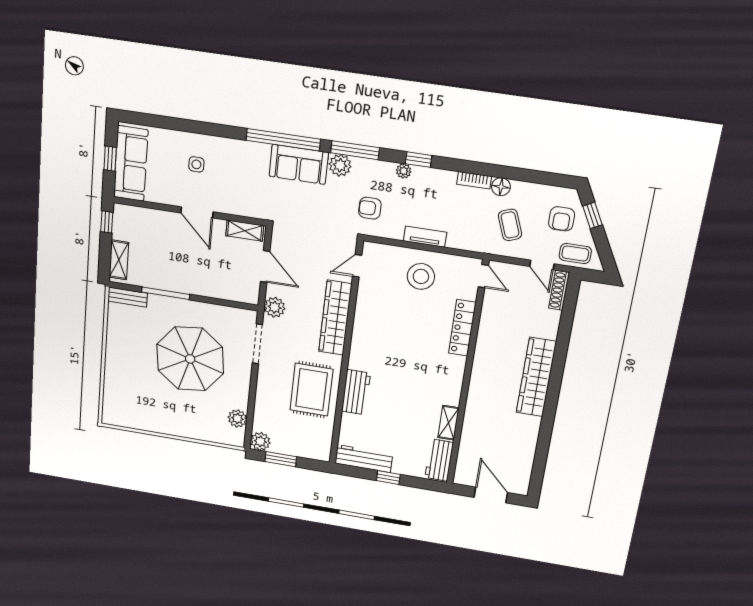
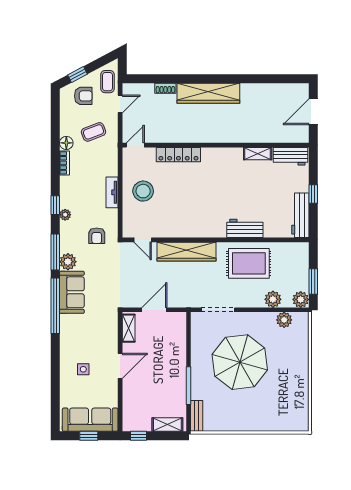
shoe rack: (559, 290) -> (165, 88), moved, width x0.70
plant: (275, 307) -> (273, 299), moved

